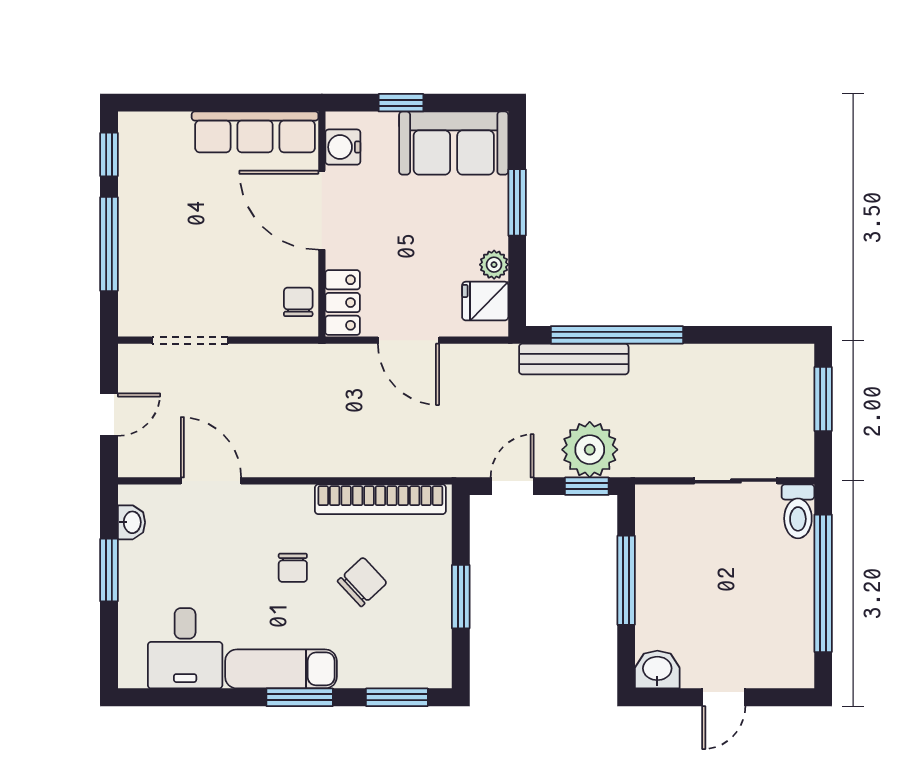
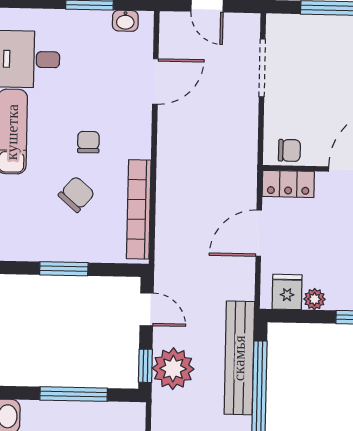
bench: (574, 359) -> (239, 358), width x1.37, depth x1.21
chair: (293, 568) -> (88, 142), turned 90
chair: (362, 582) -> (76, 194), turned -96

